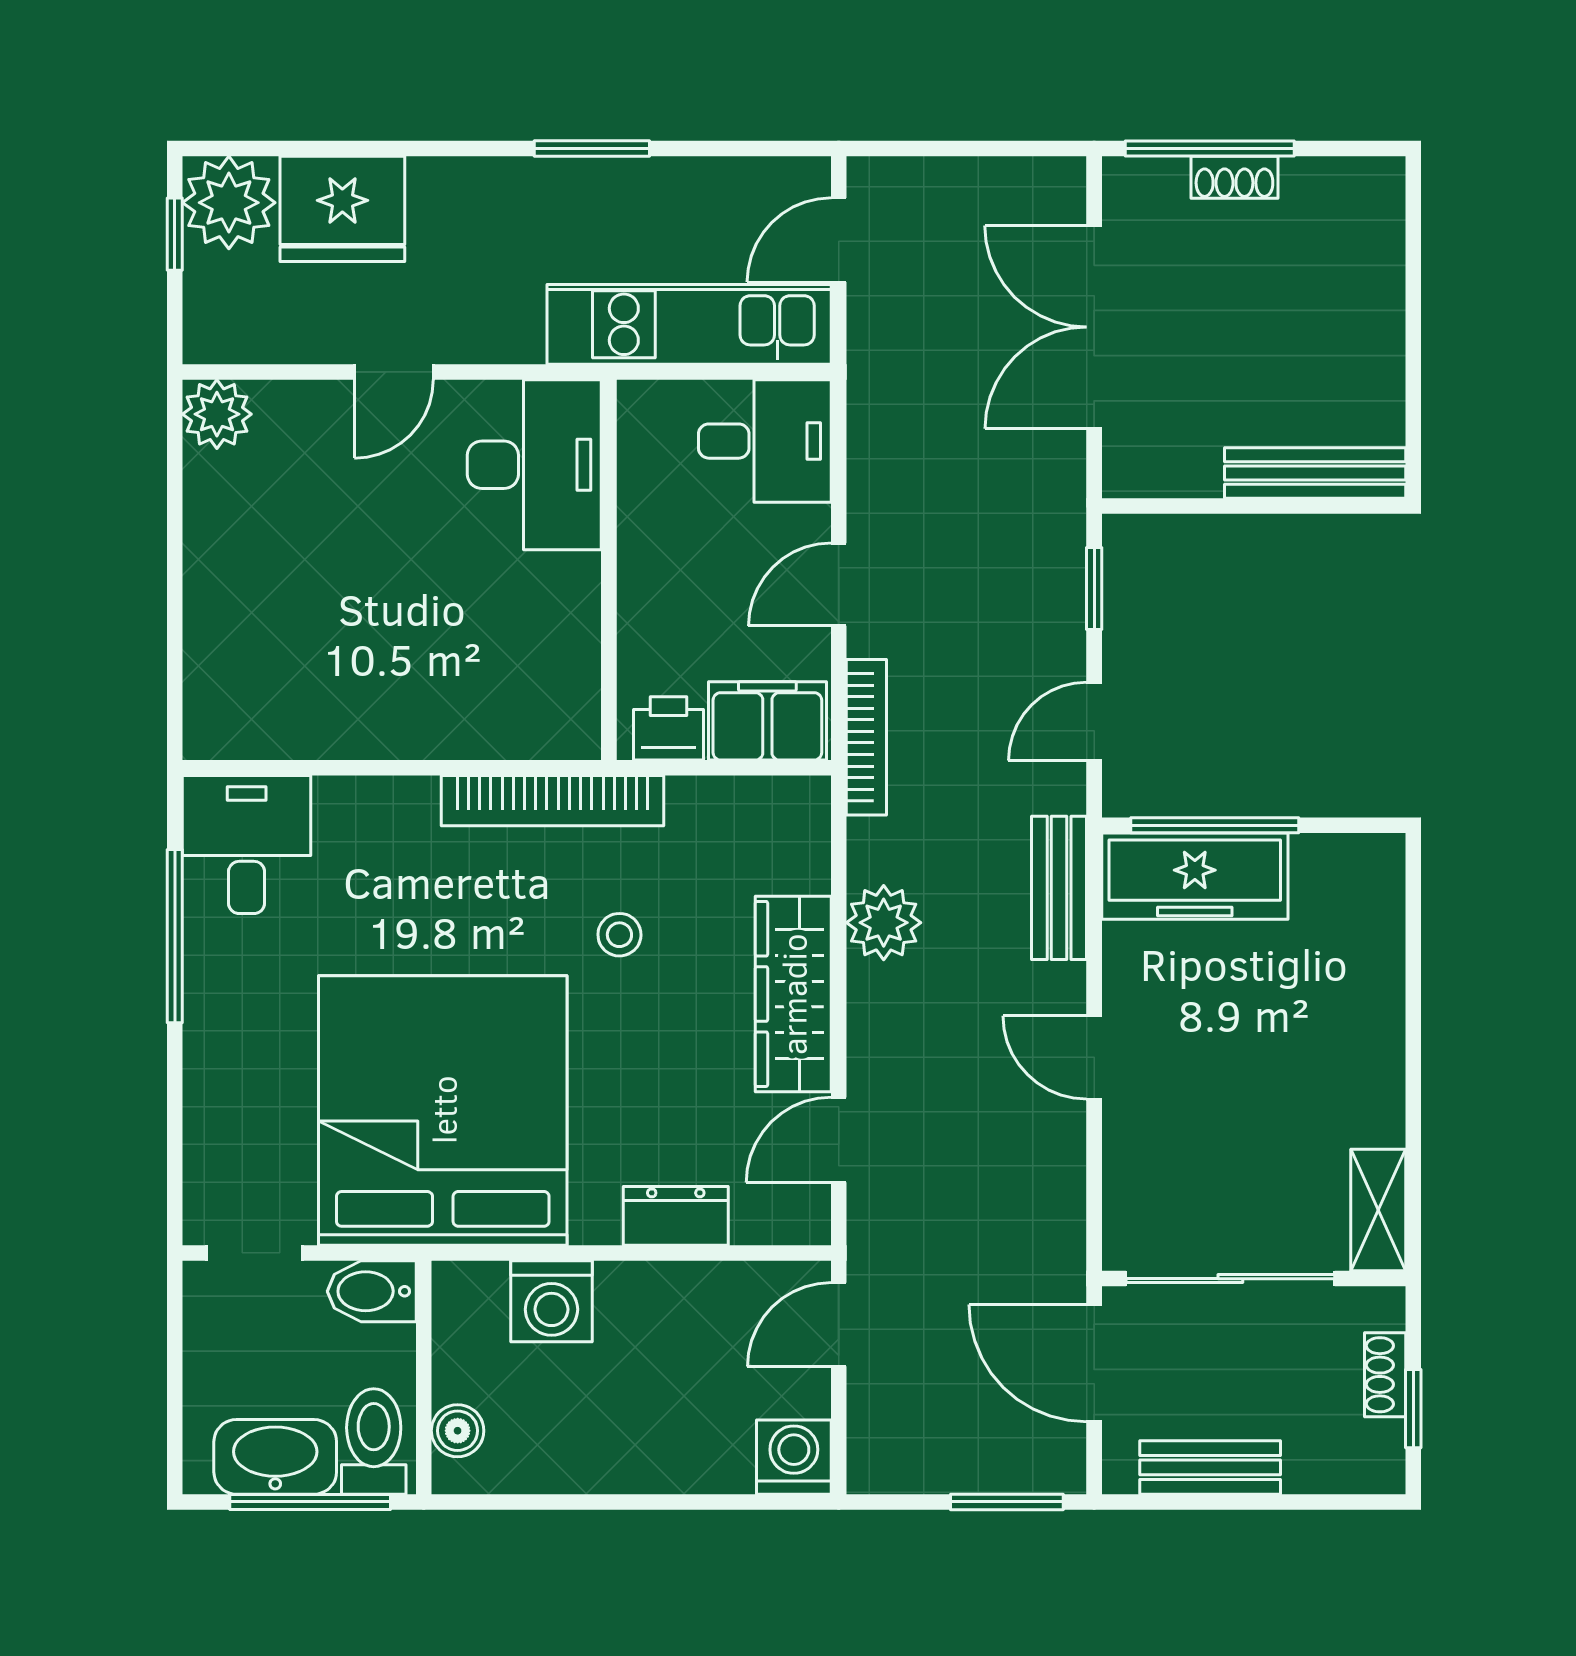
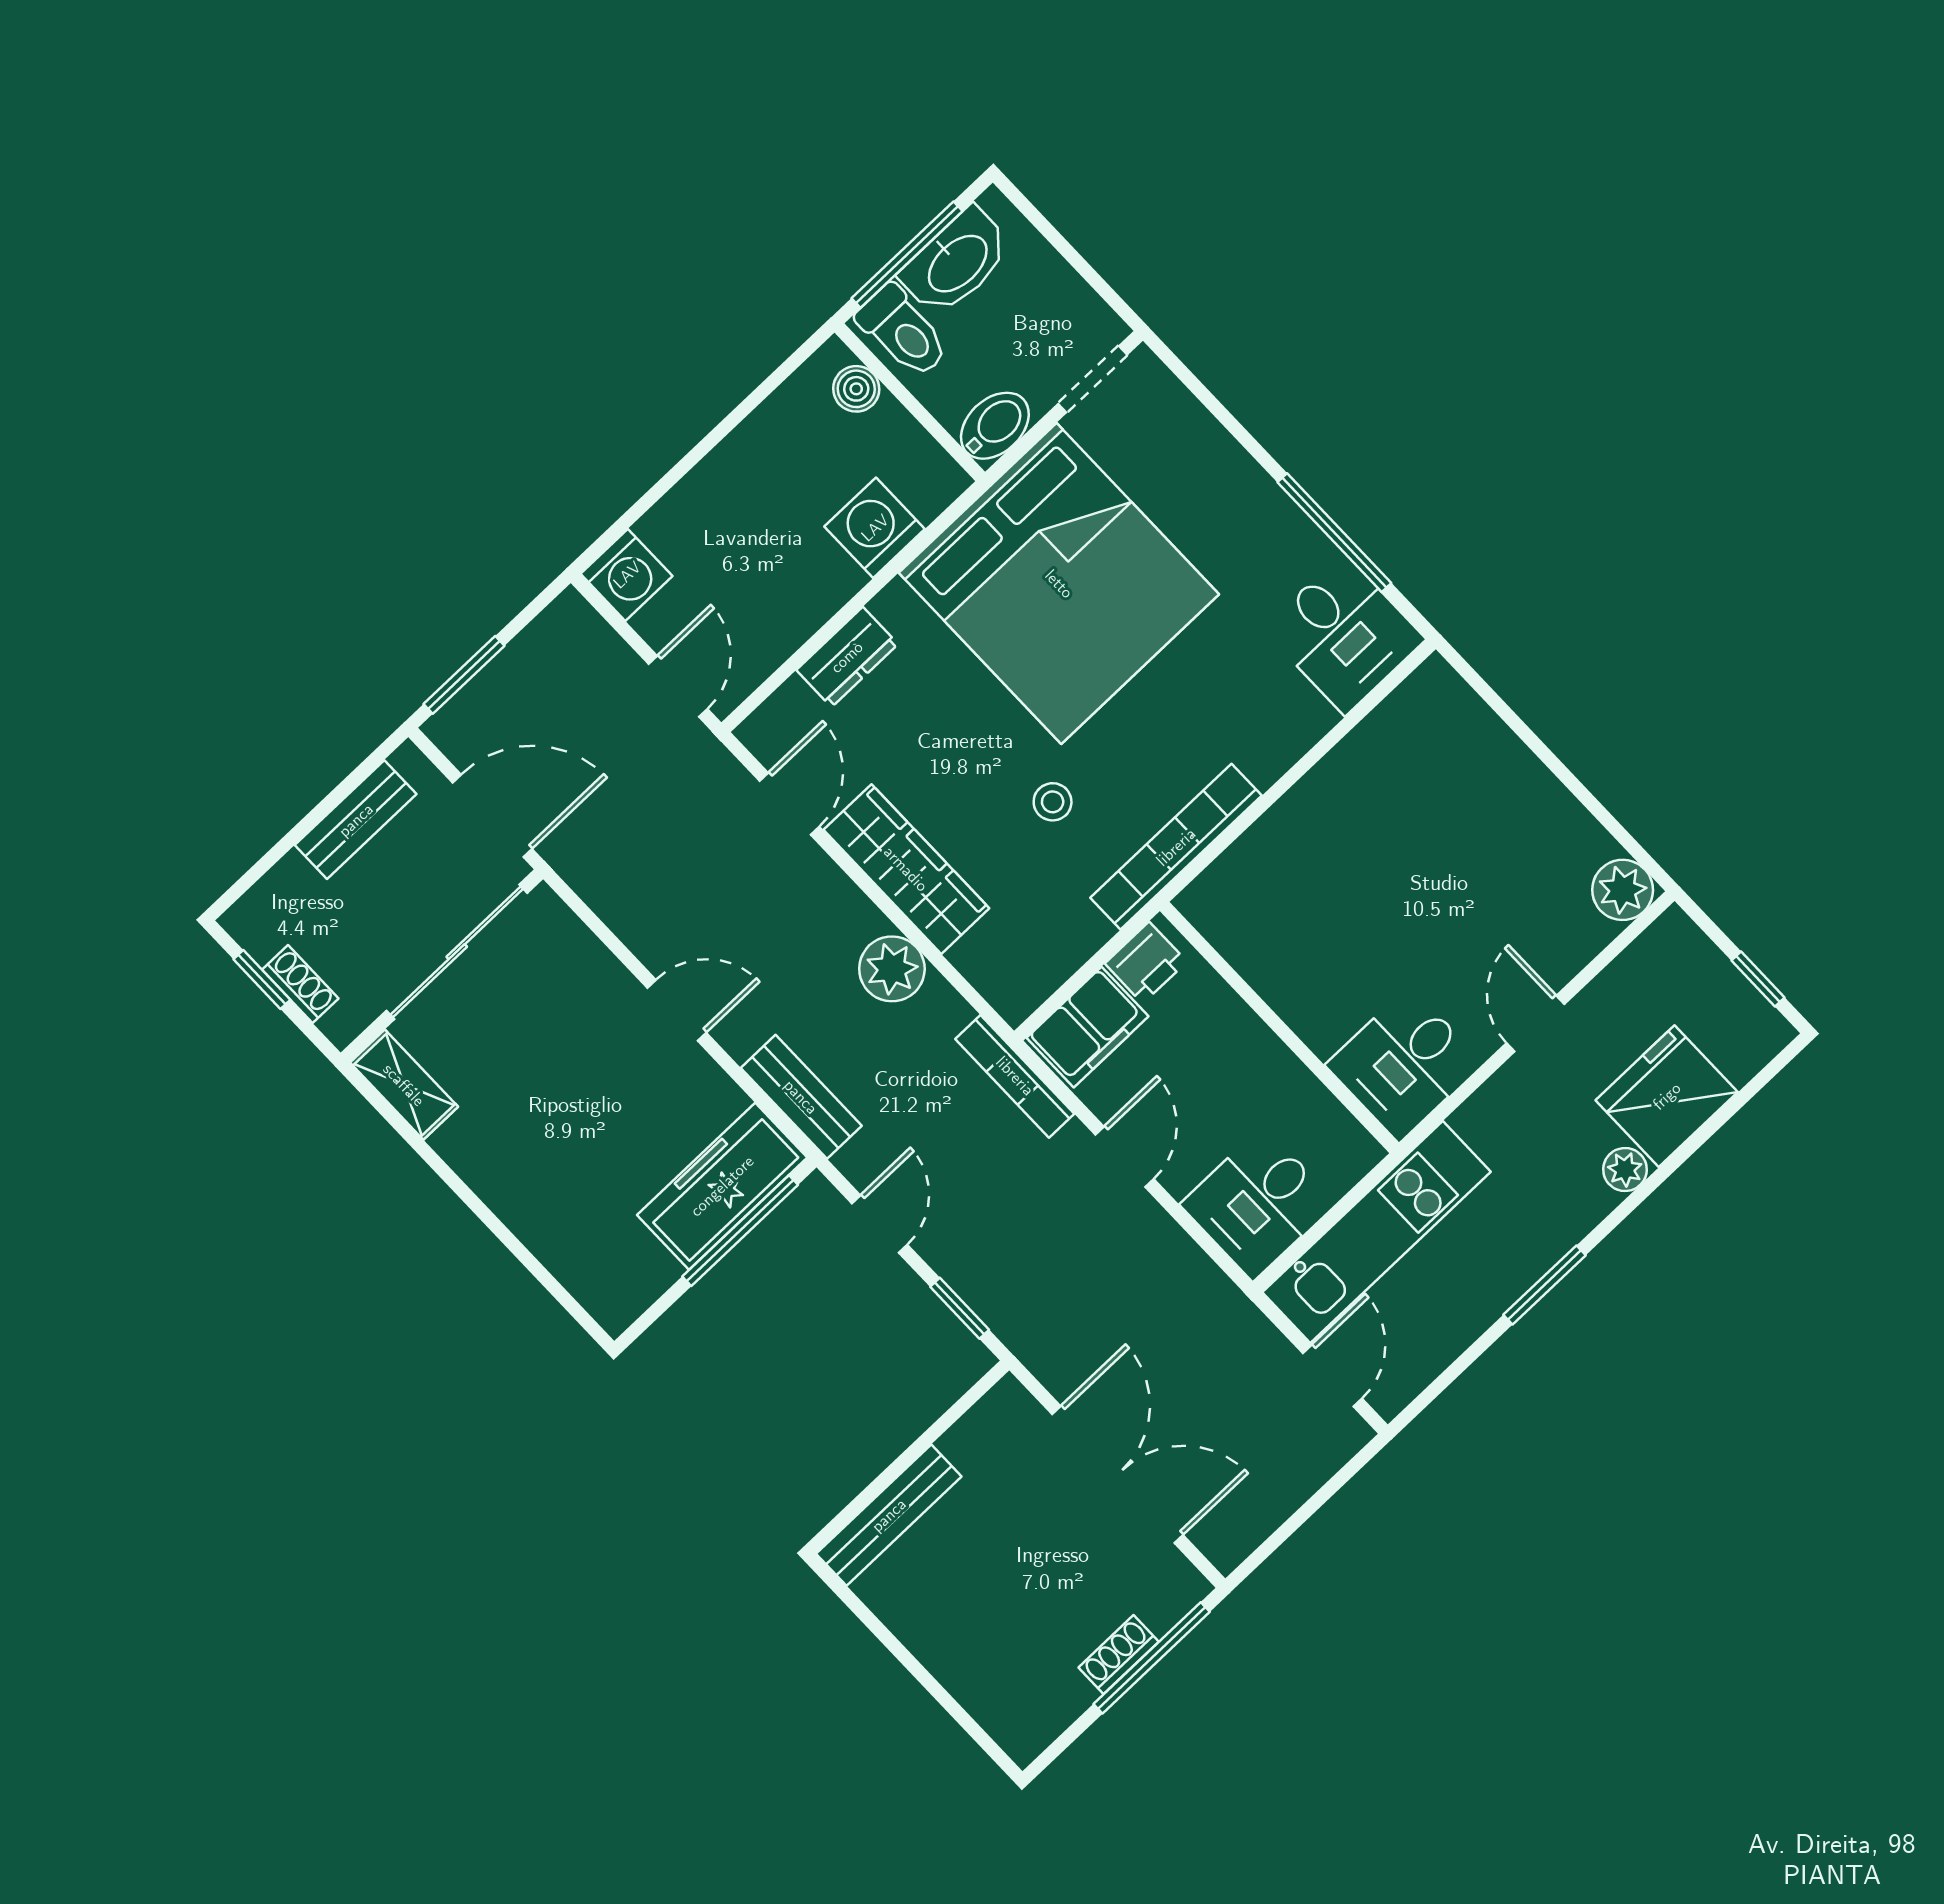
plant: (229, 203) -> (1625, 1170), moved, width x0.53, depth x0.53
desk: (534, 465) -> (1404, 1064), width x0.73

